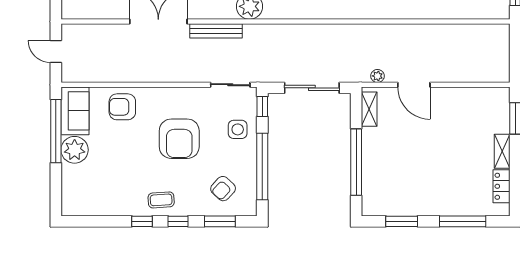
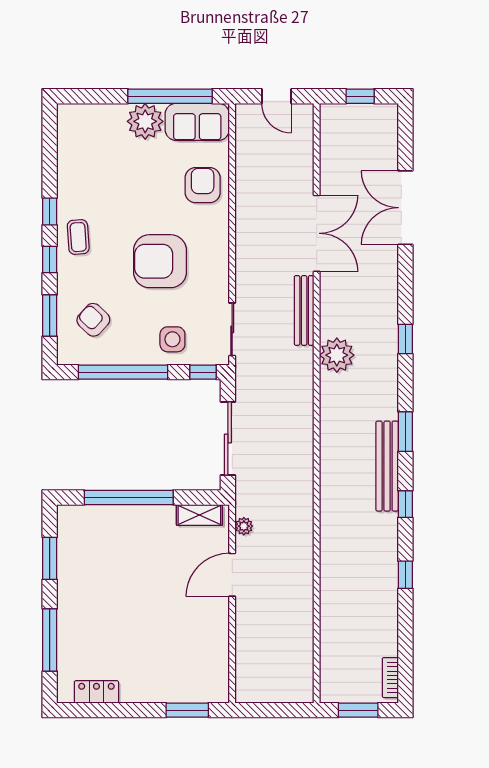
door: (56, 51) -> (277, 96), swing flipped
shelving: (502, 151) -> (143, 693), removed

